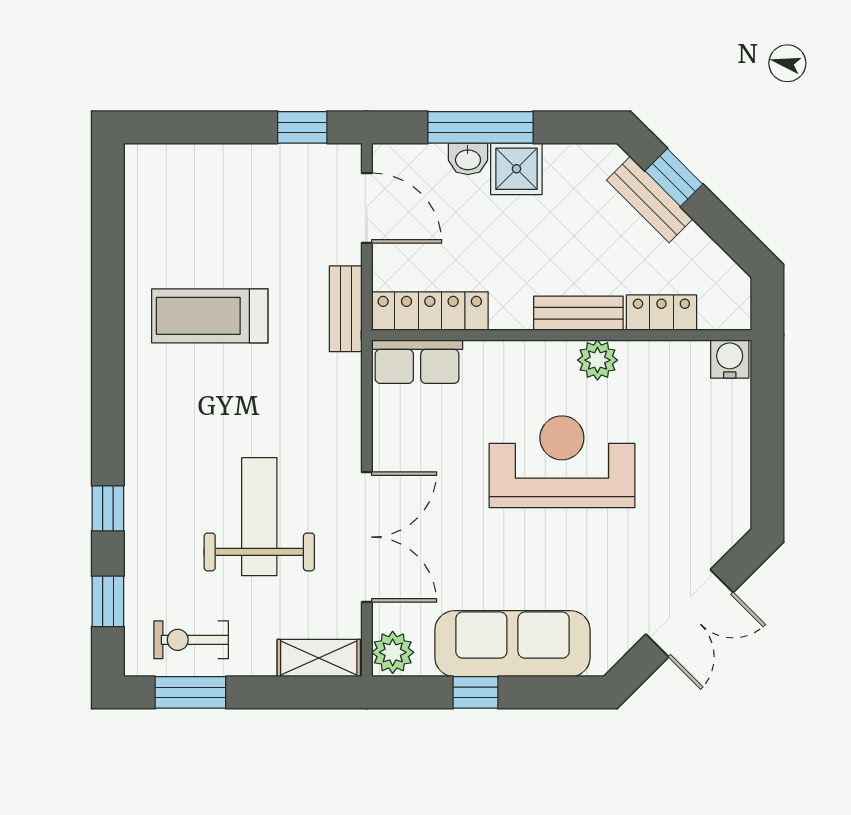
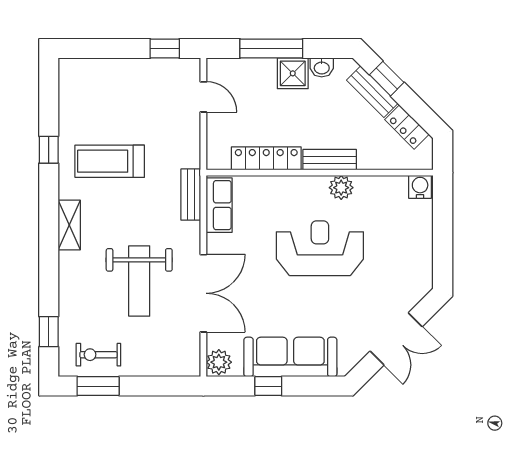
washbasin: (468, 159) -> (322, 67), moved
door: (367, 208) -> (203, 97), width x0.73
bench: (346, 309) -> (191, 195), moved
locker: (430, 311) -> (266, 158), moved
locker: (661, 313) -> (407, 127), moved, turned -135
row of seats: (417, 362) -> (219, 205), moved, turned -90
window: (108, 508) -> (49, 150), moved
weight bench: (259, 517) -> (139, 281), turned 180
shelving: (319, 658) -> (69, 225), moved, turned 90

